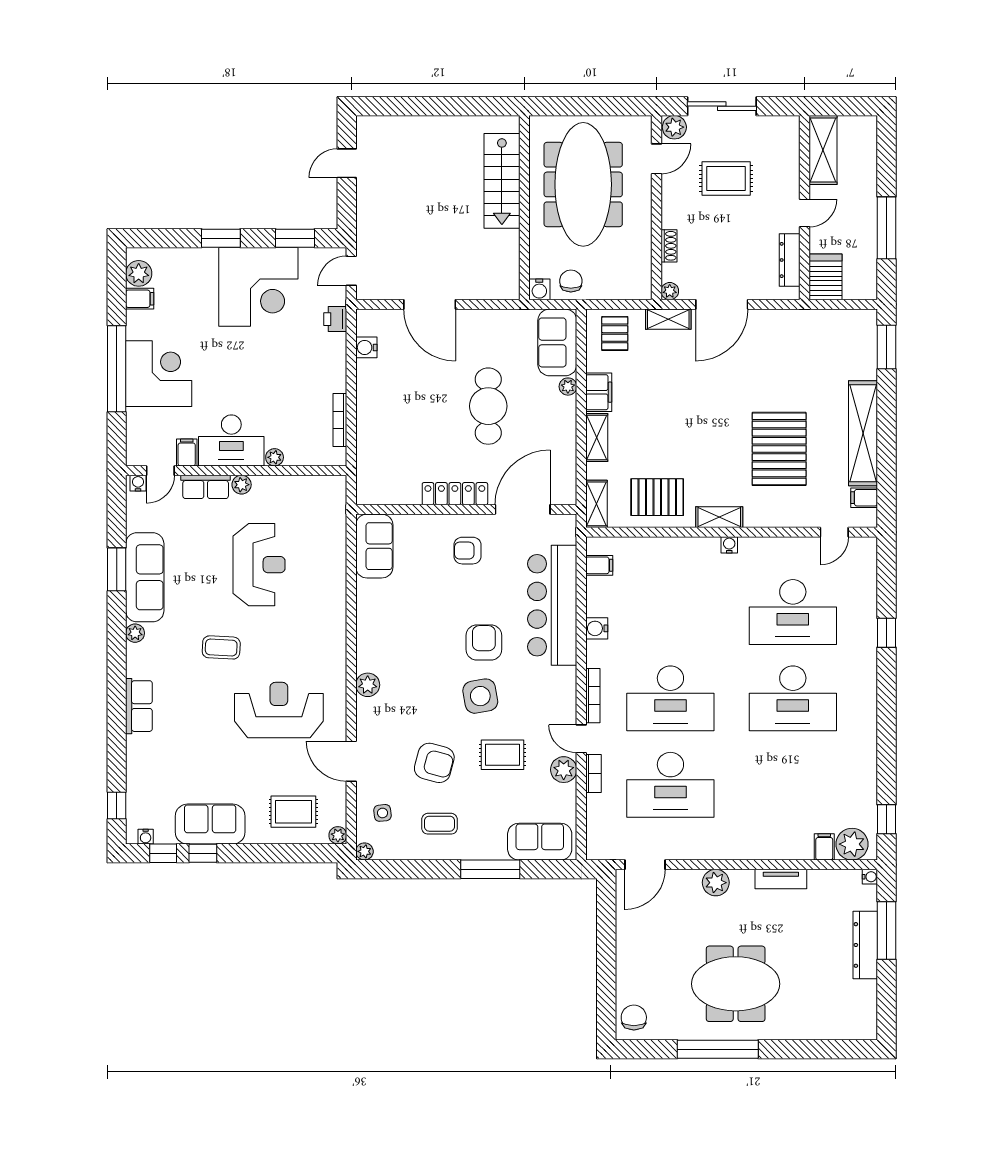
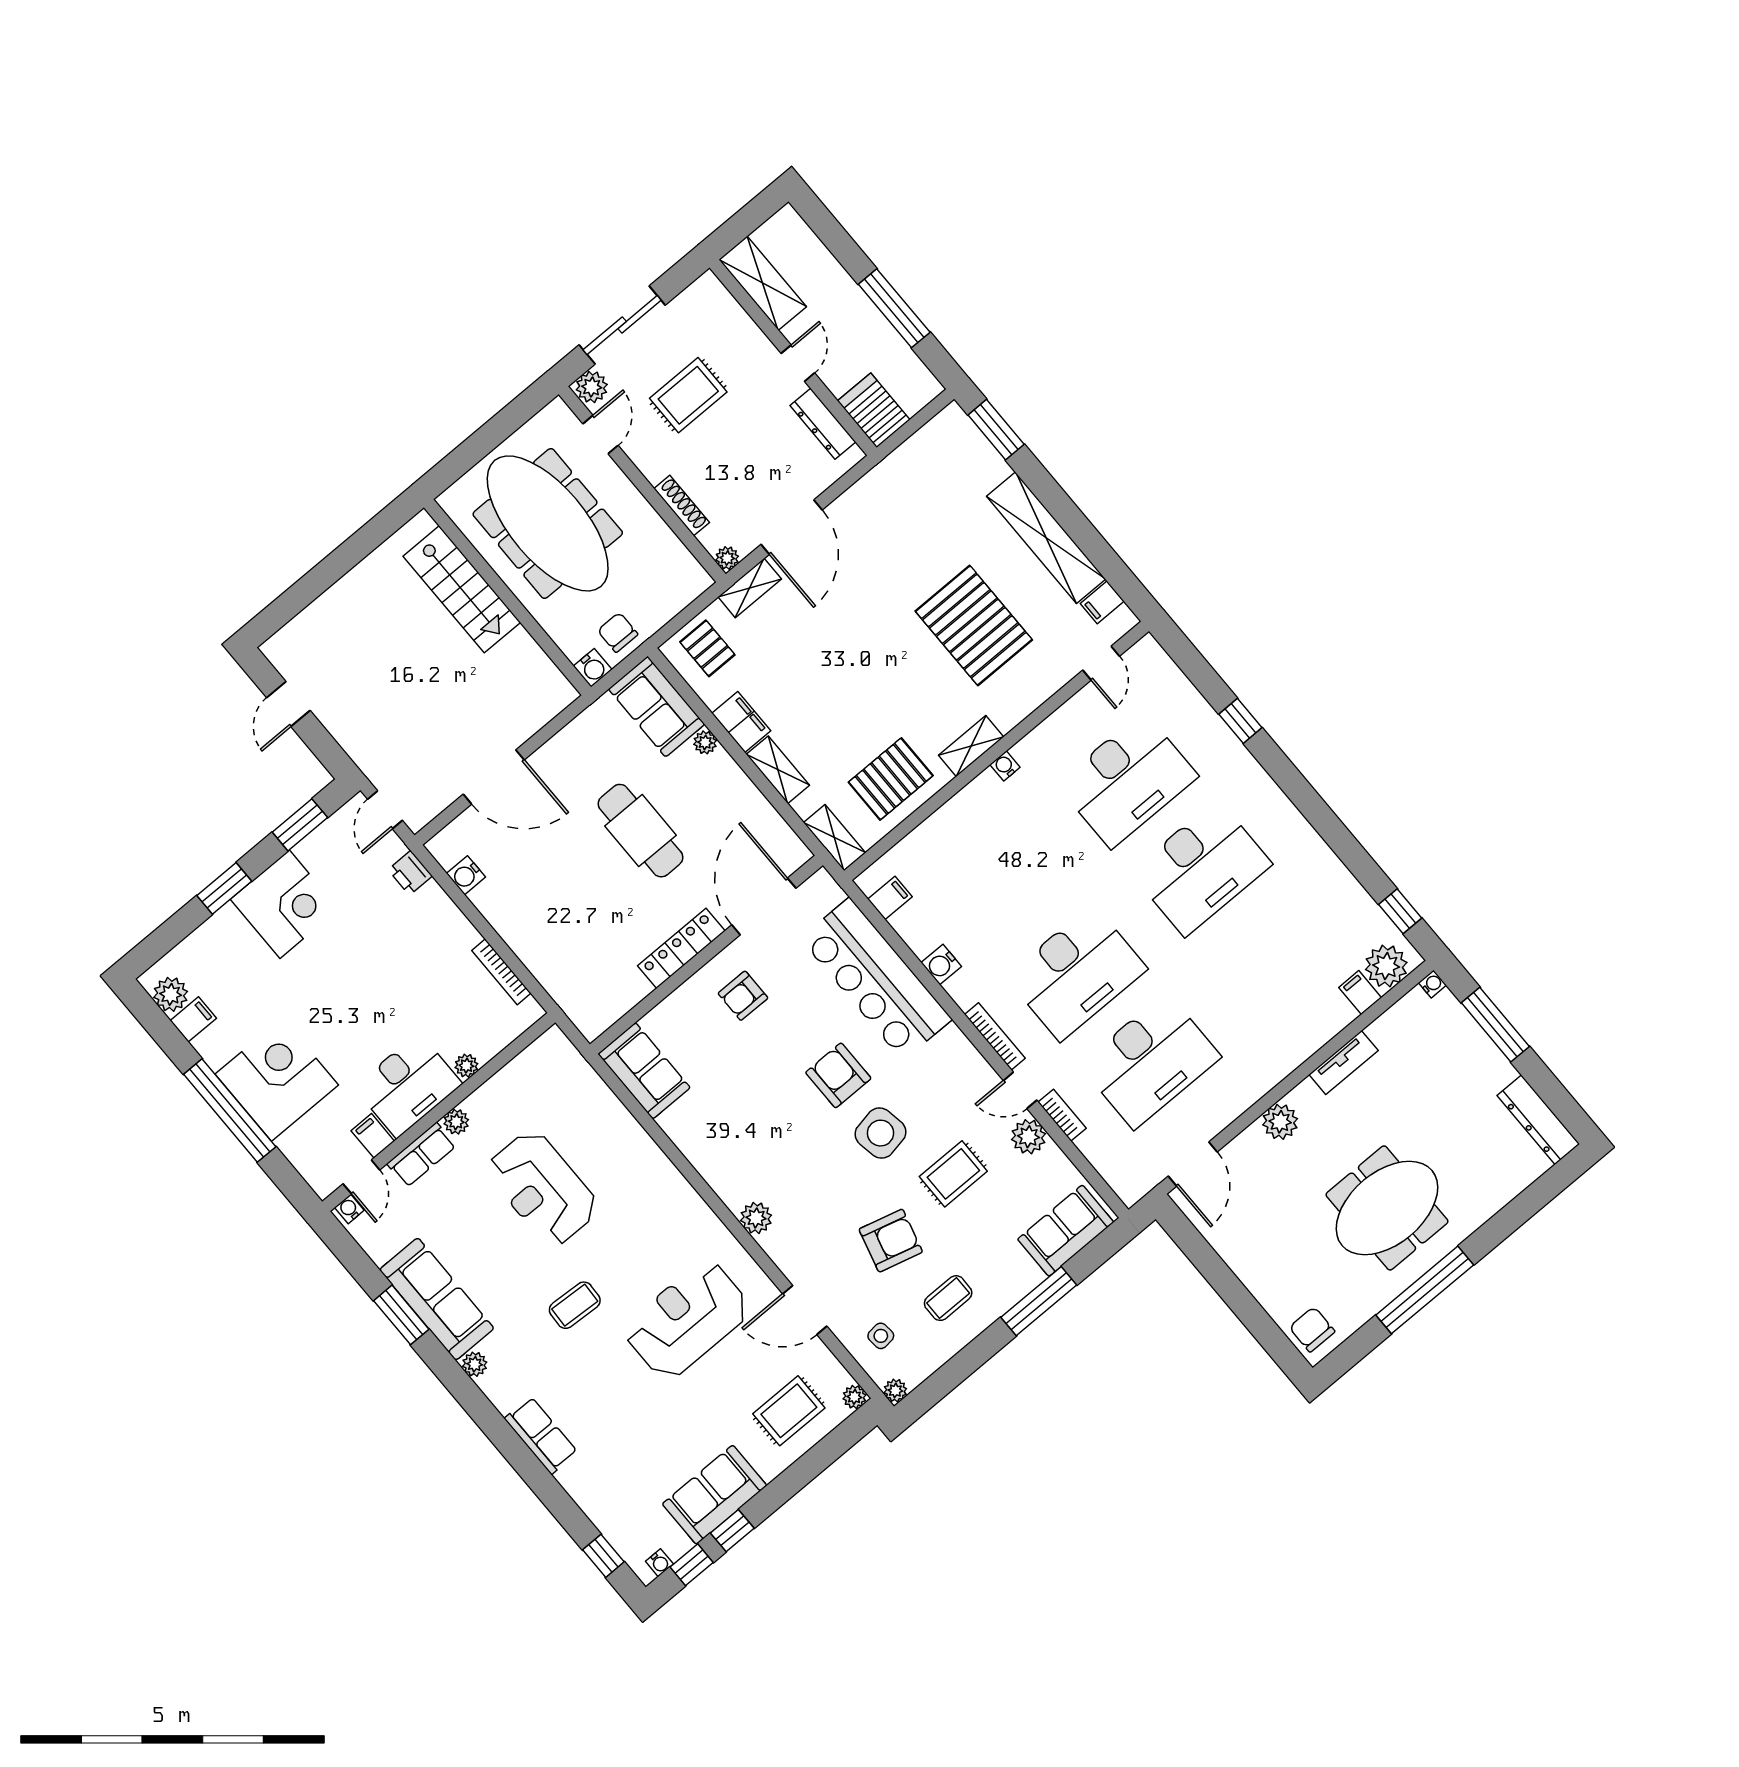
shoe rack: (669, 246) -> (682, 506), width x1.43
corner desk: (258, 287) -> (285, 904), width x0.74, depth x0.74
reception desk: (259, 565) -> (542, 1188), turned 180
dresser: (865, 945) -> (1538, 1120), moved

